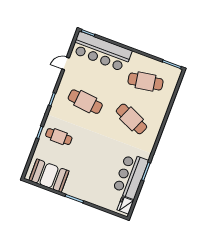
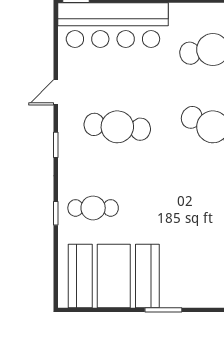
door: (66, 63) -> (56, 92), moved
booth: (49, 176) -> (114, 276), width x1.36, depth x1.42

